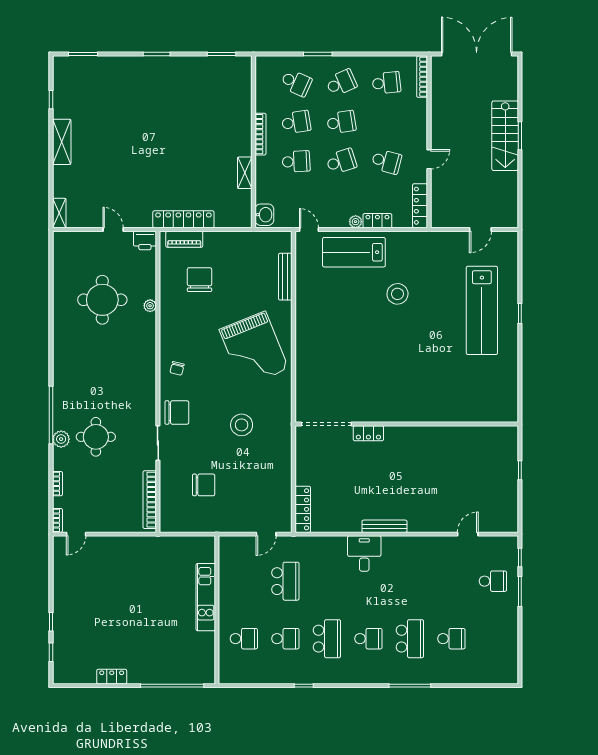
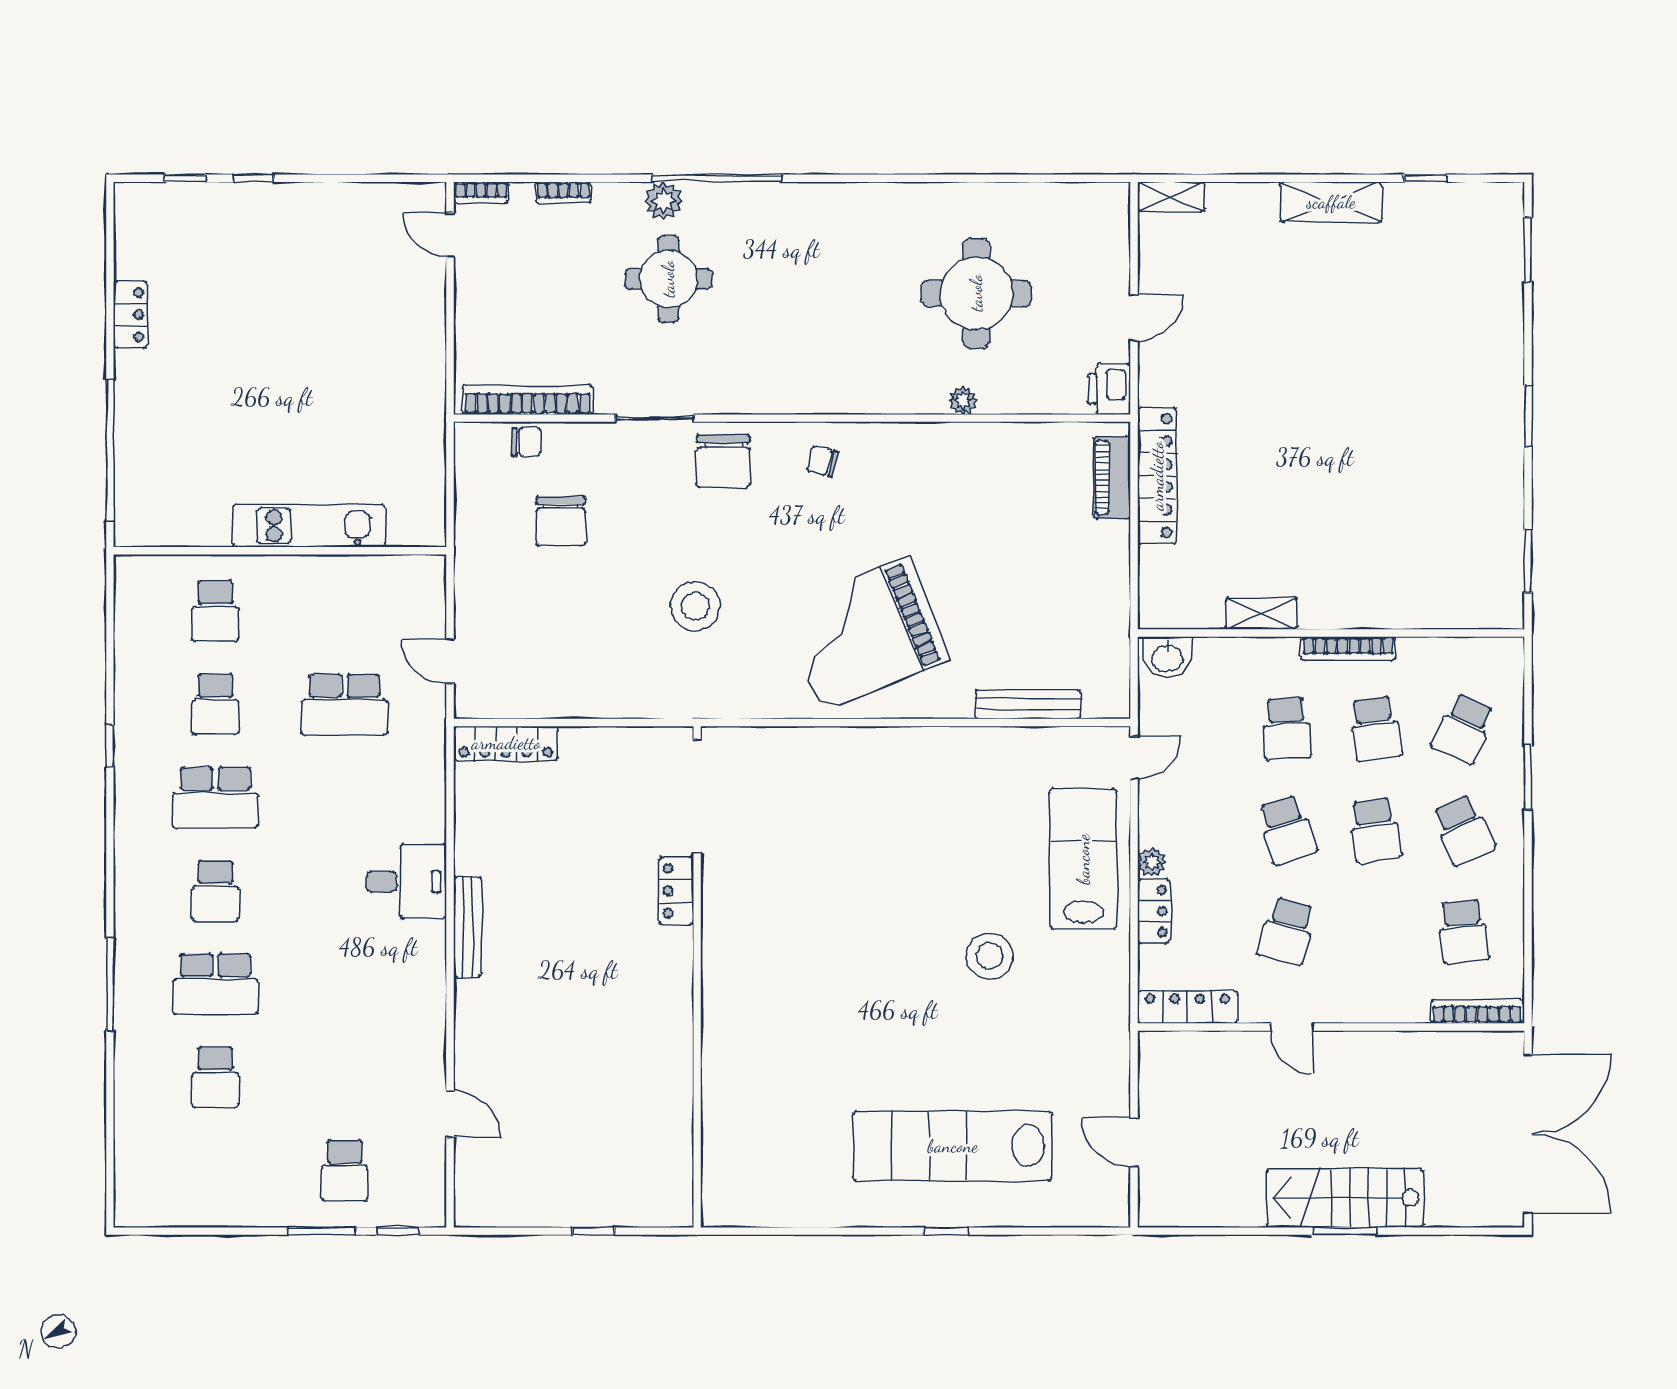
chair: (200, 280) -> (526, 442), moved, width x0.54, depth x0.54

